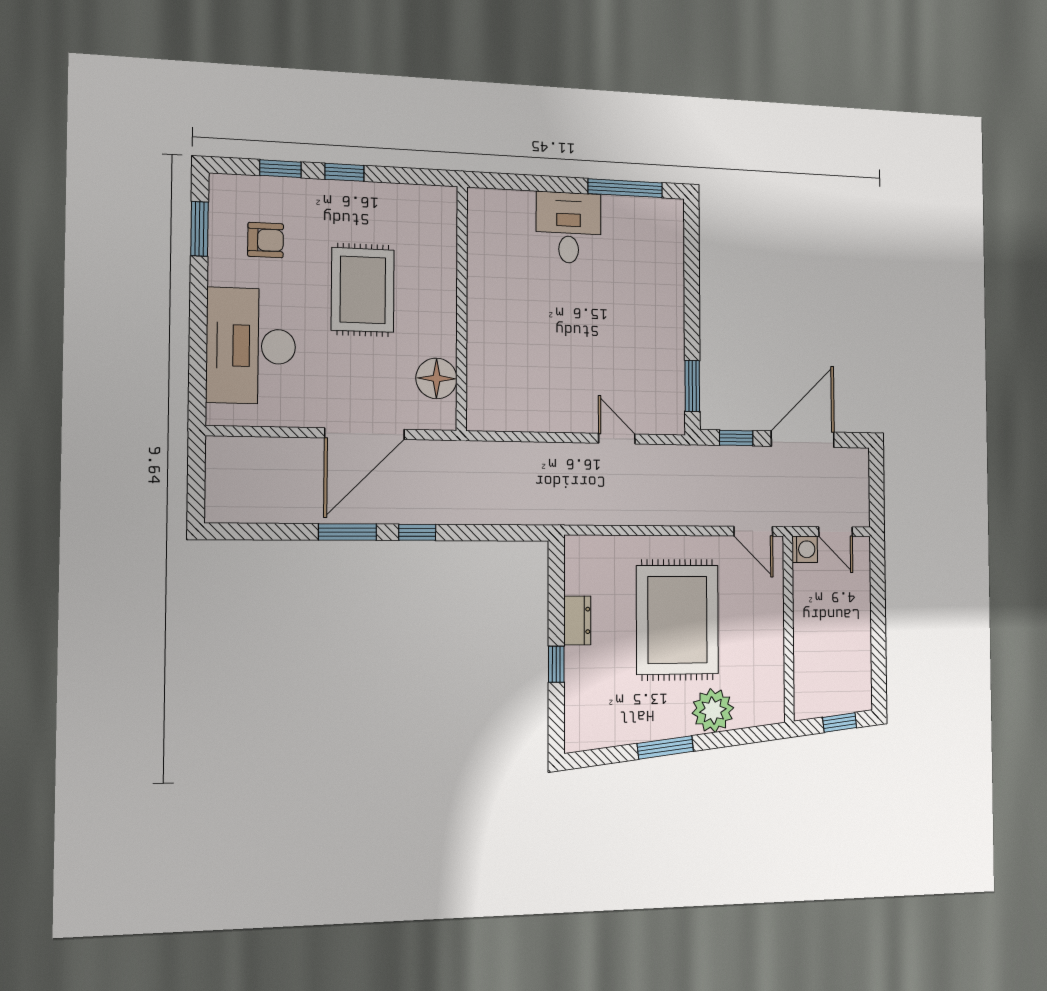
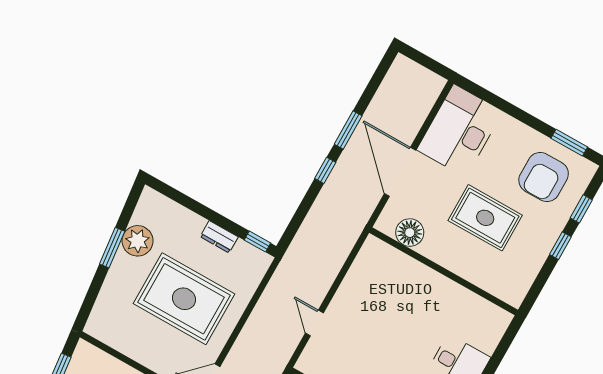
armchair: (266, 240) -> (544, 177), width x1.88, depth x1.88
desk: (251, 346) -> (460, 131), moved, turned -90
door: (617, 439) -> (314, 323), swing flipped
window: (556, 664) -> (257, 242), moved
plant: (713, 710) -> (138, 241), moved

